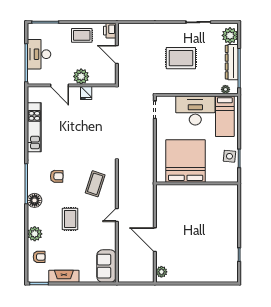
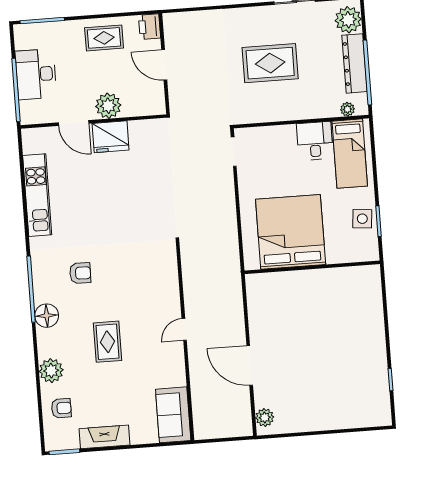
fridge: (86, 93) -> (111, 137), width x1.88, depth x1.34
desk: (195, 110) -> (315, 141), width x0.53, depth x0.77
coffee table: (95, 184) -> (144, 281), removed

